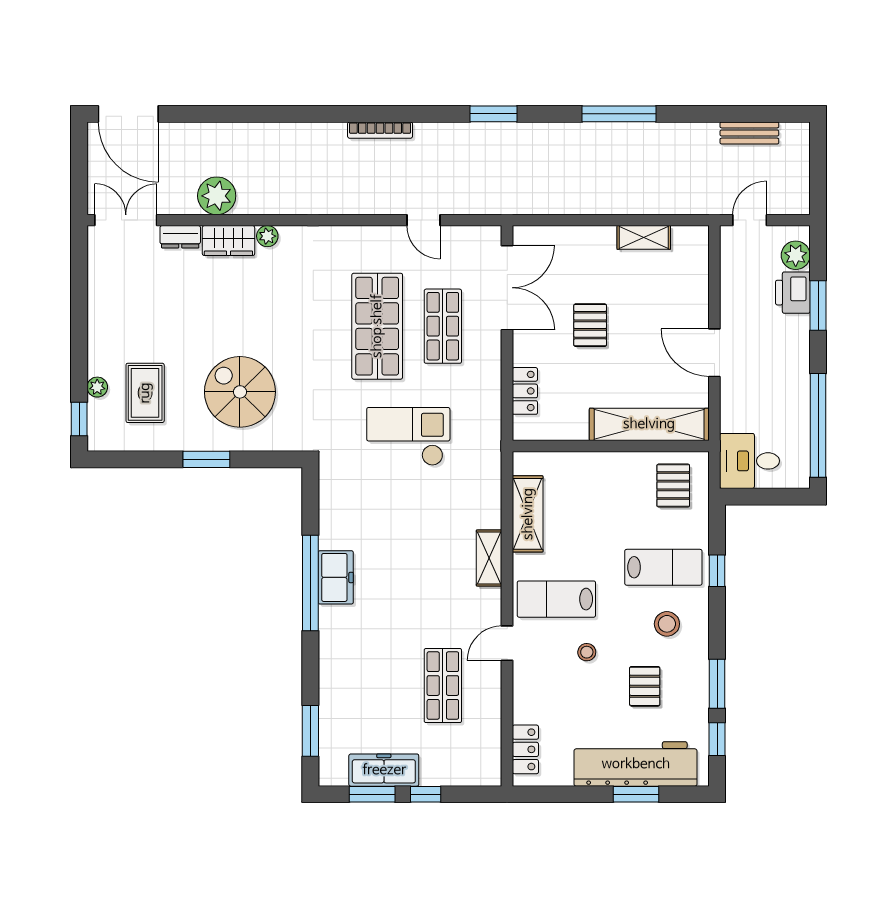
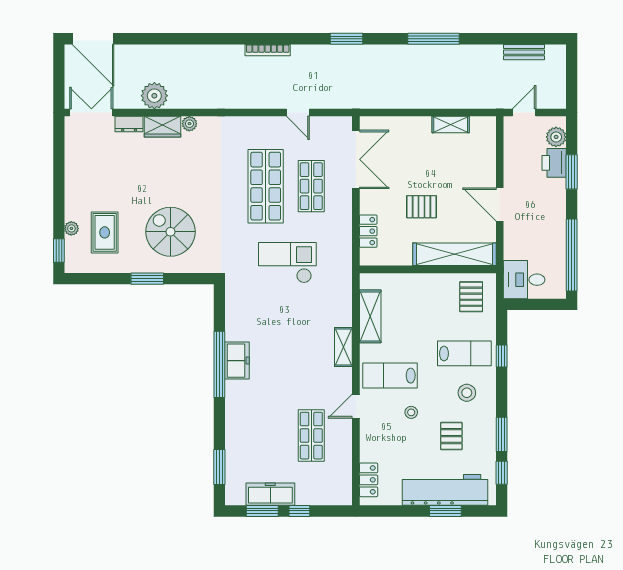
pallet: (590, 325) -> (421, 207), moved, turned 90

